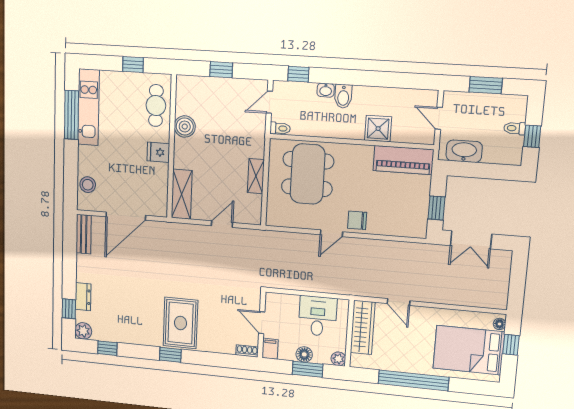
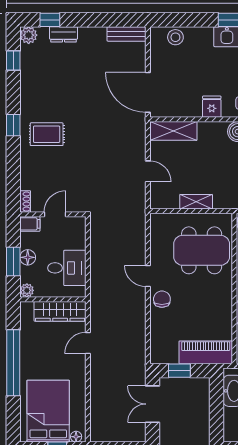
piano: (403, 160) -> (206, 352), moved, turned 90
door: (126, 216) -> (148, 92), moved
rug: (180, 323) -> (47, 134), width x0.73, depth x0.70

